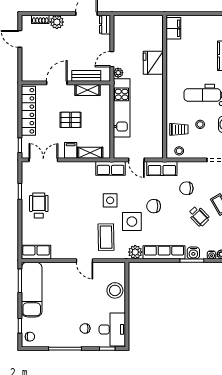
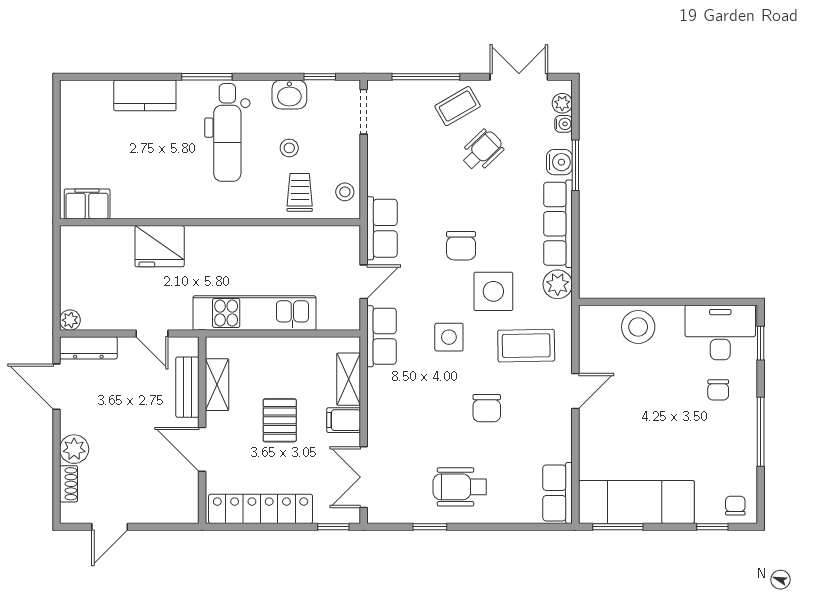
dresser: (105, 25) -> (88, 348), width x1.44
plant: (118, 73) -> (70, 320), moved
chair: (186, 188) -> (487, 408), moved

